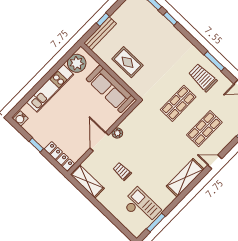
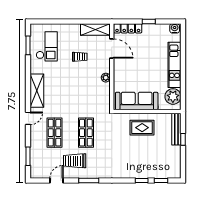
trolley: (203, 78) -> (75, 161), moved, turned 180
door: (99, 142) -> (112, 48), moved
checkout: (141, 207) -> (47, 46), turned -90

